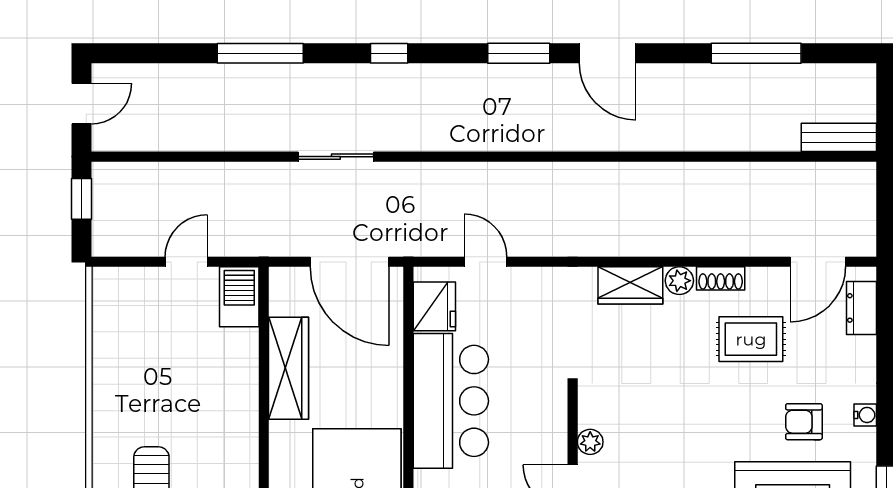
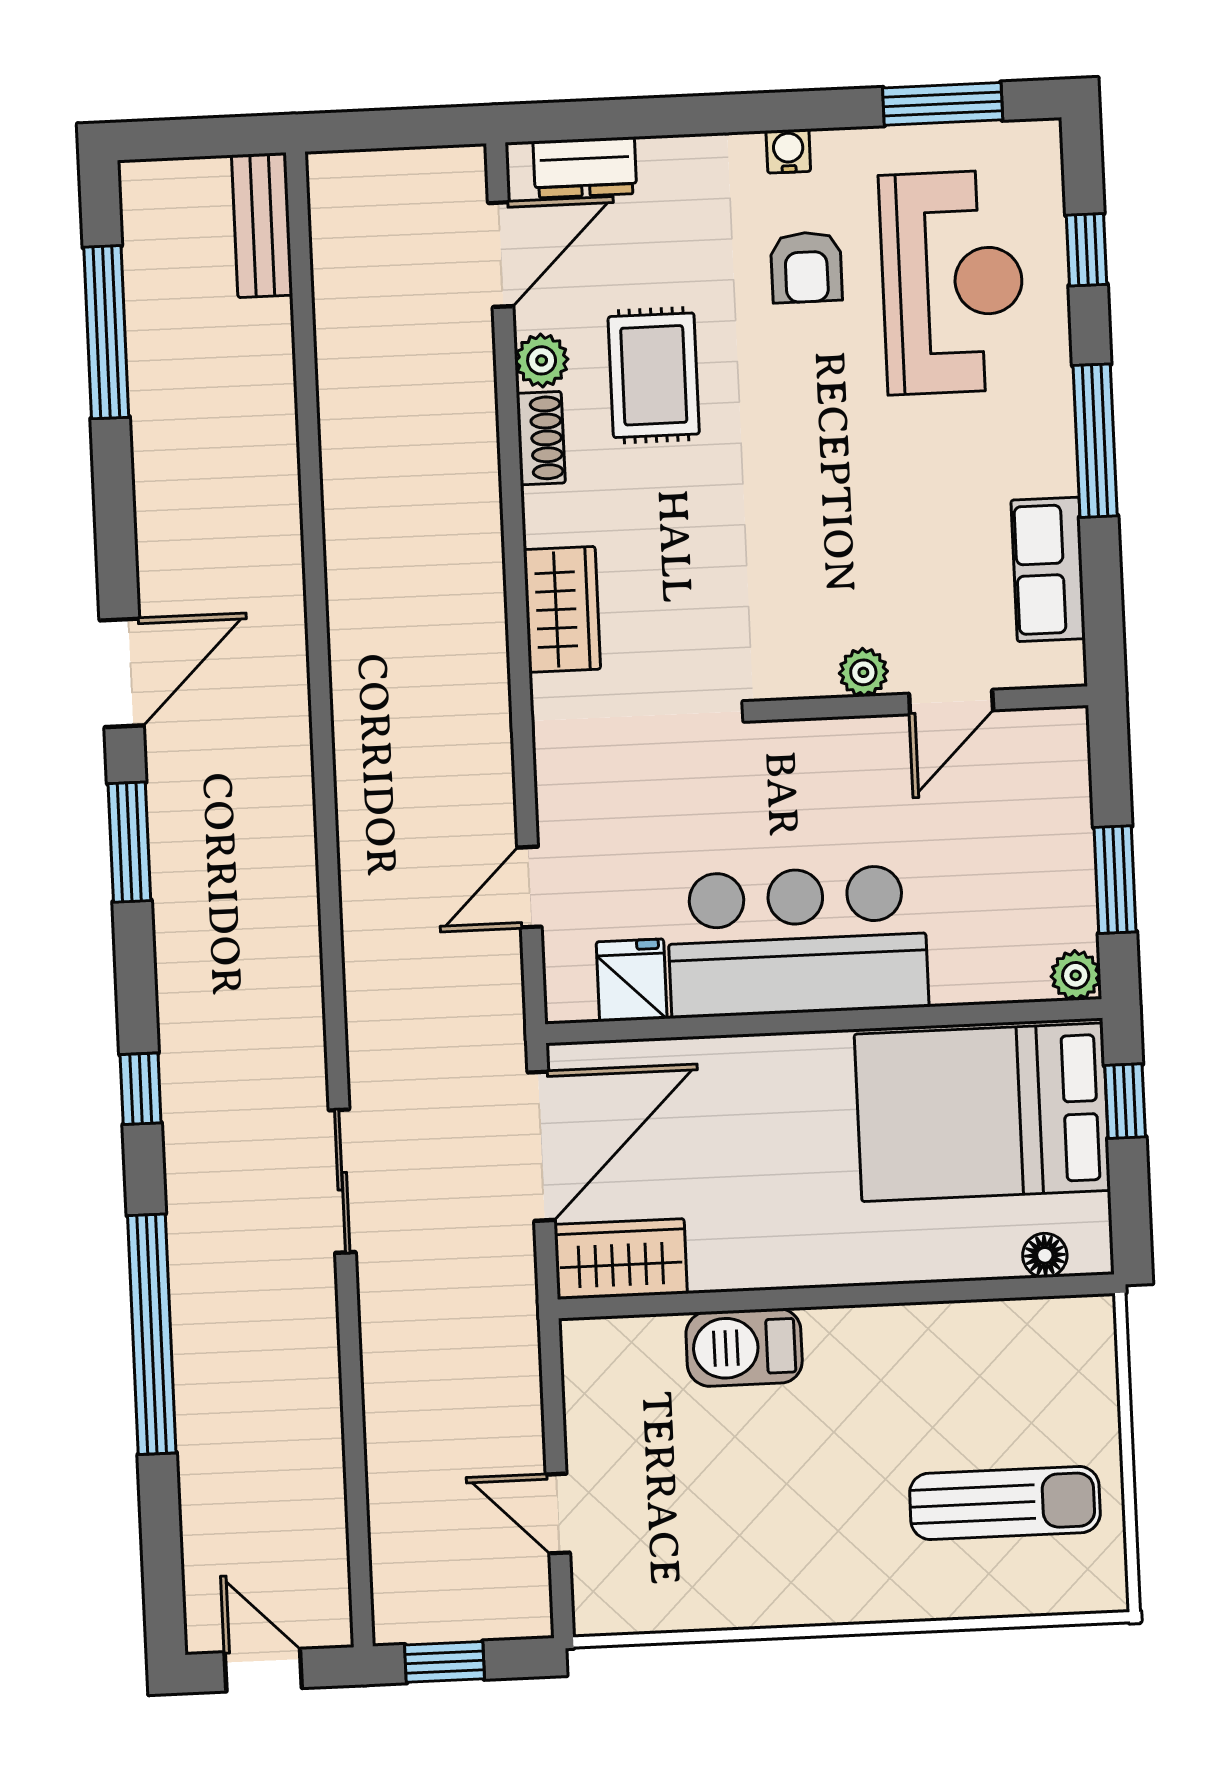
window: (260, 53) -> (152, 1334), width x1.46
window: (756, 53) -> (106, 332), moved
door: (186, 262) -> (558, 1514), moved
door: (818, 262) -> (501, 255), hinge flipped
plant: (679, 281) -> (542, 360), moved
barbecue: (239, 297) -> (744, 1347), moved
fridge: (434, 306) -> (632, 980), width x0.72
wardrobe: (288, 368) -> (621, 1259), moved, width x0.67

